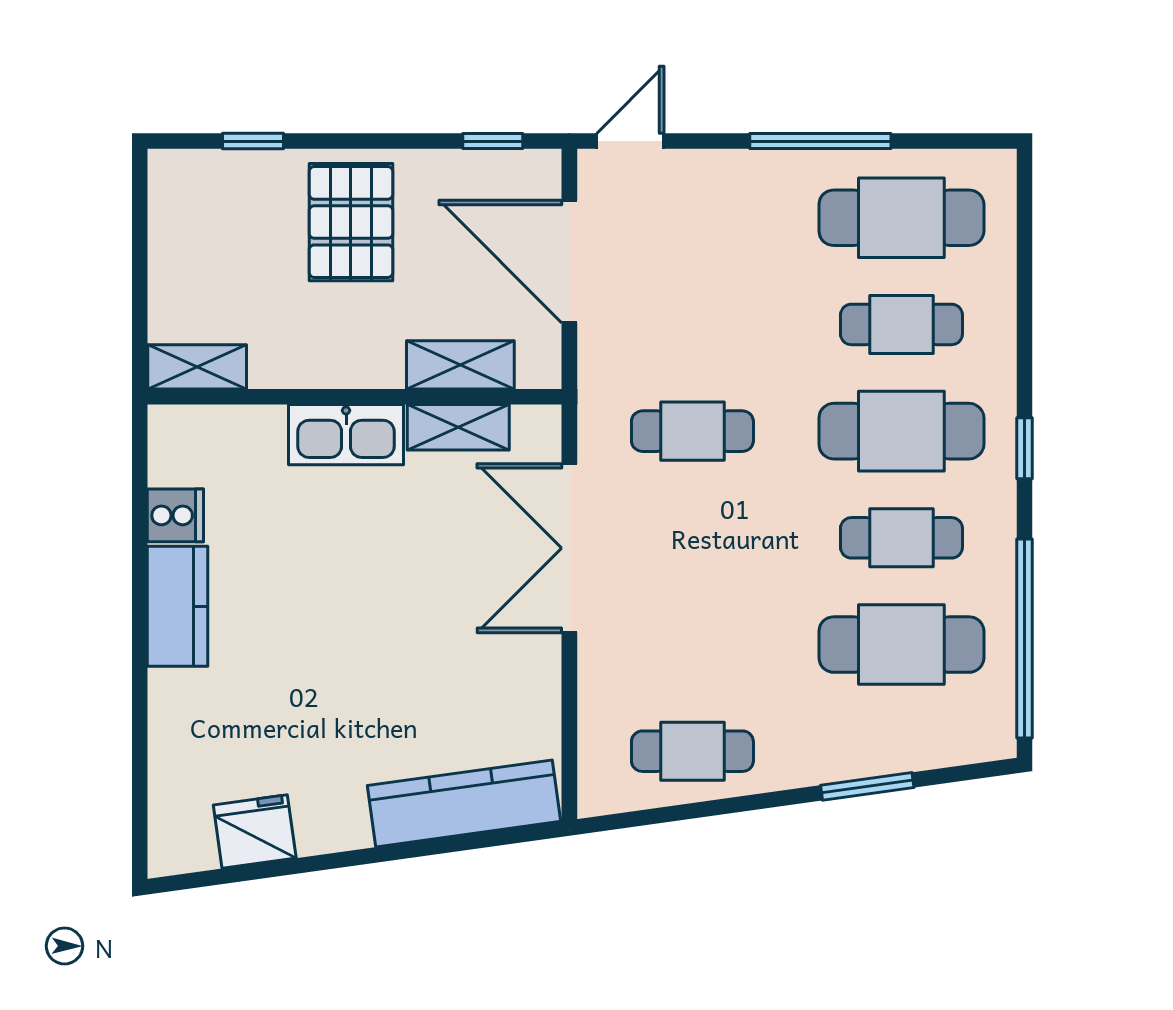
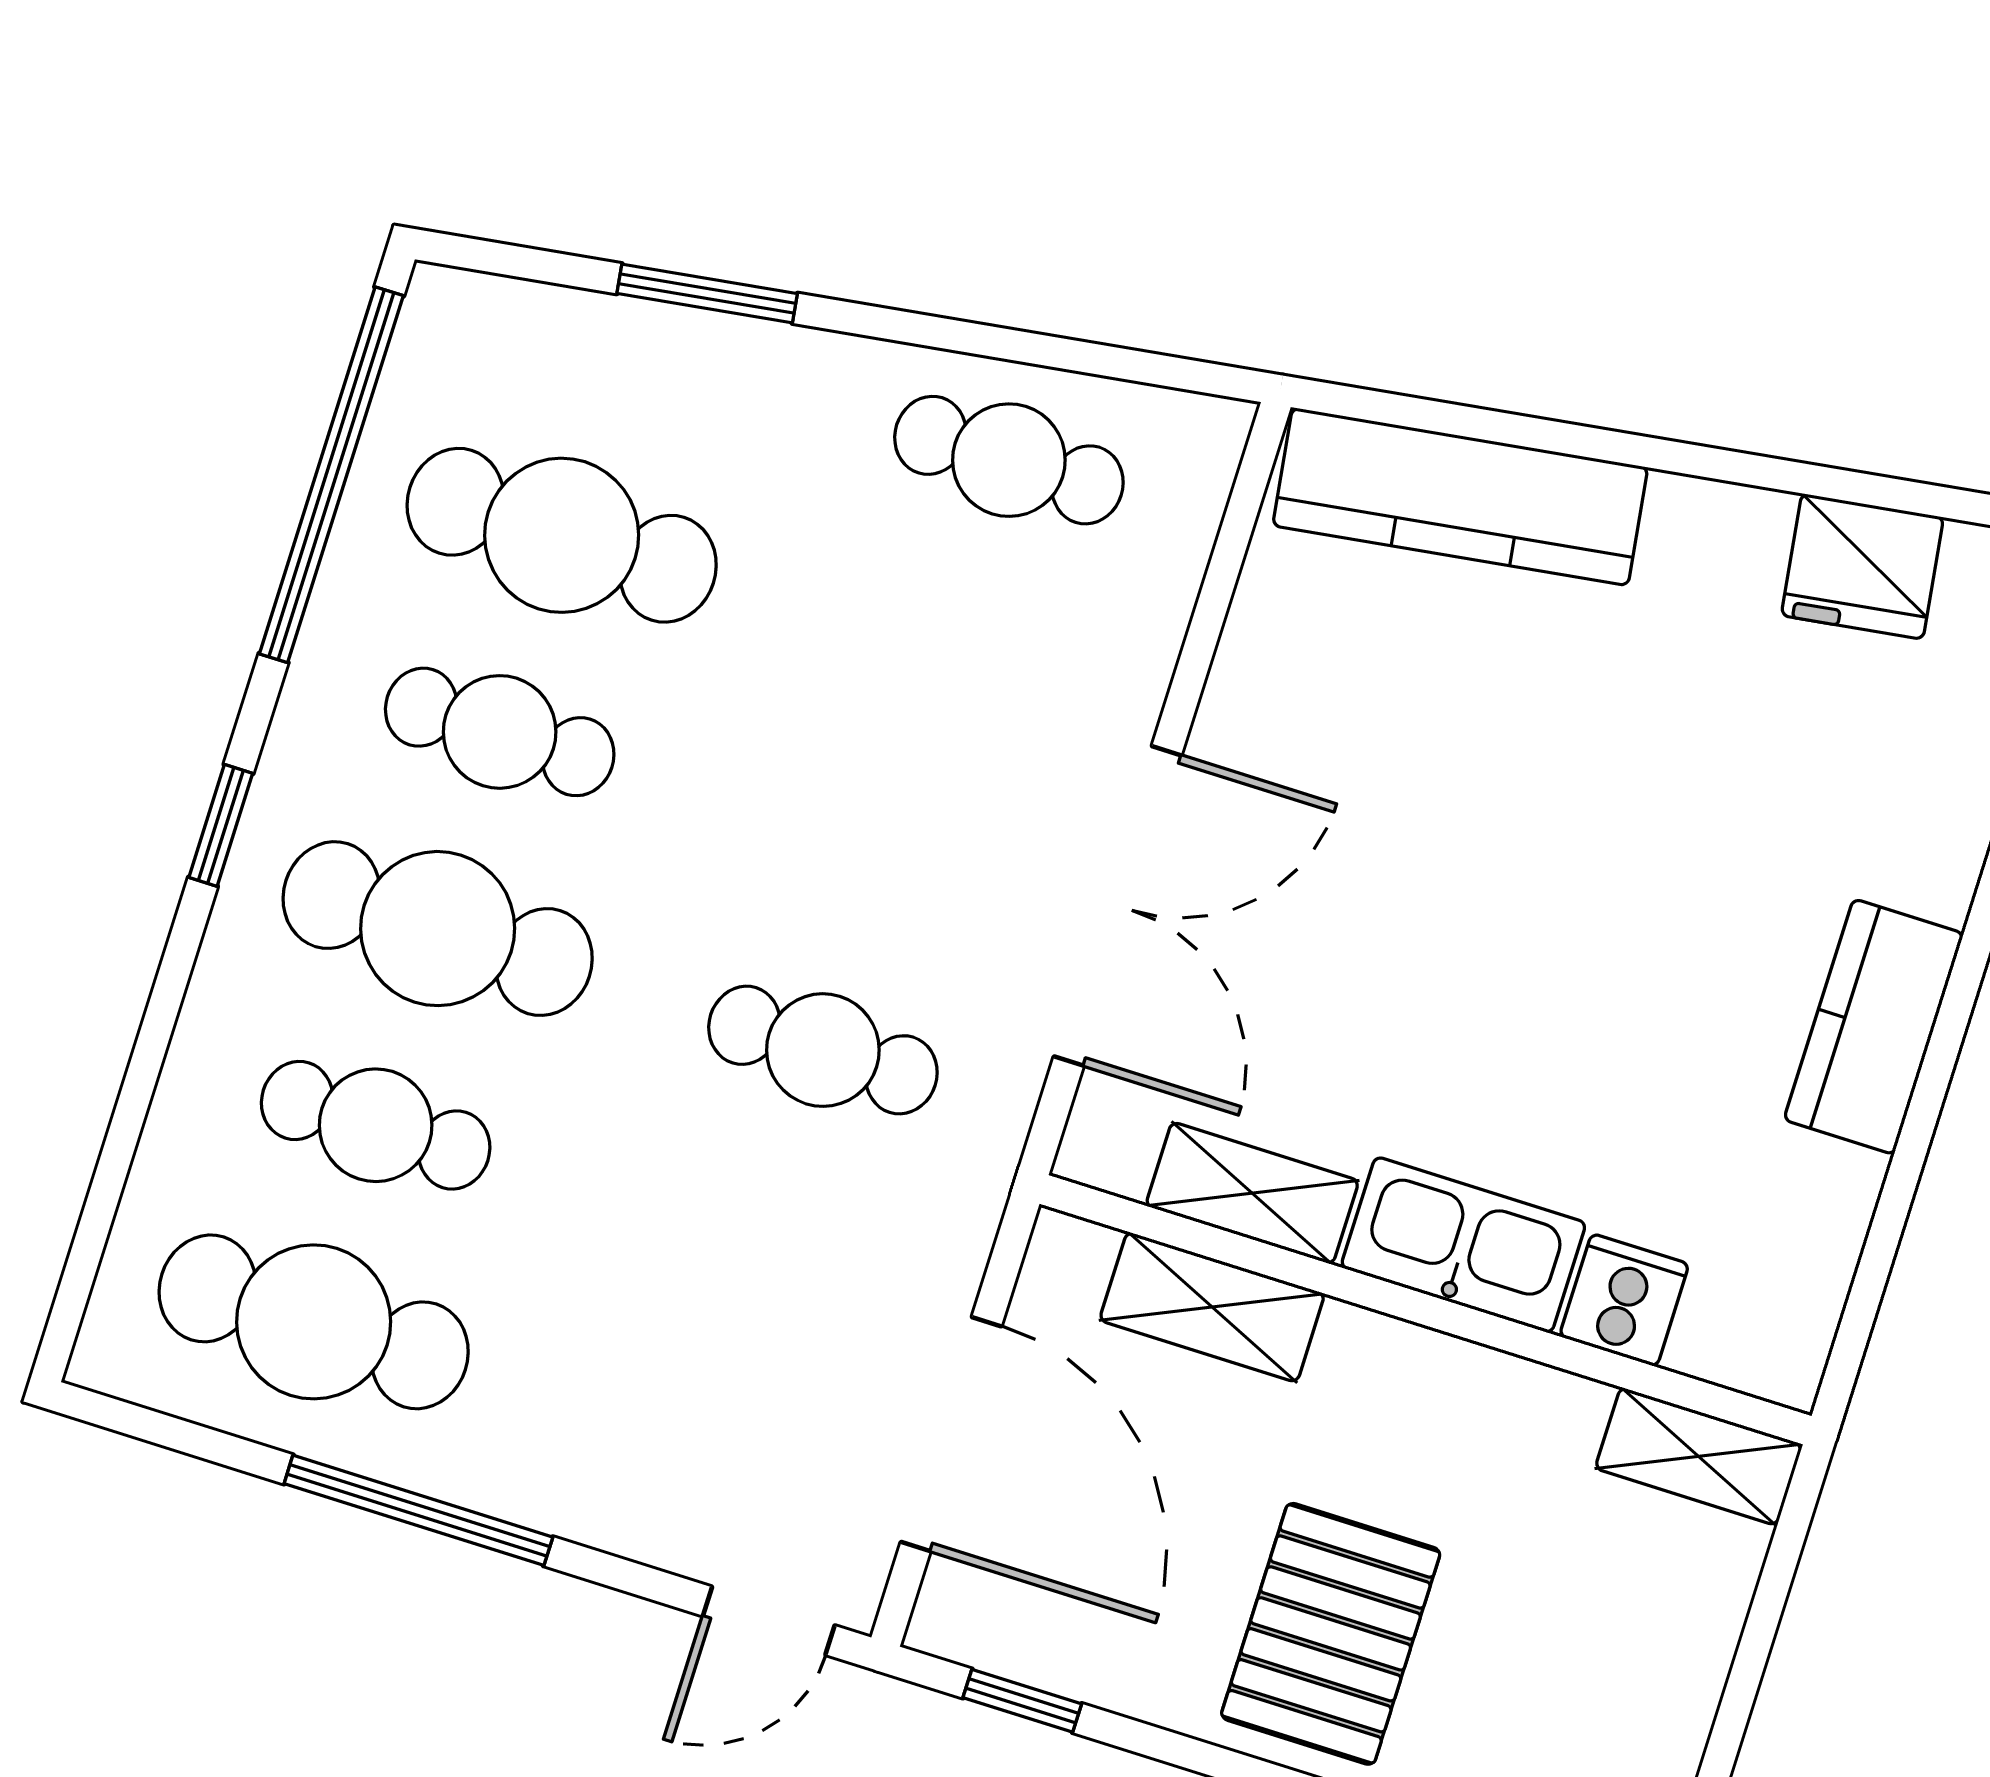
cooker: (175, 515) -> (1624, 1300), moved, turned 90

